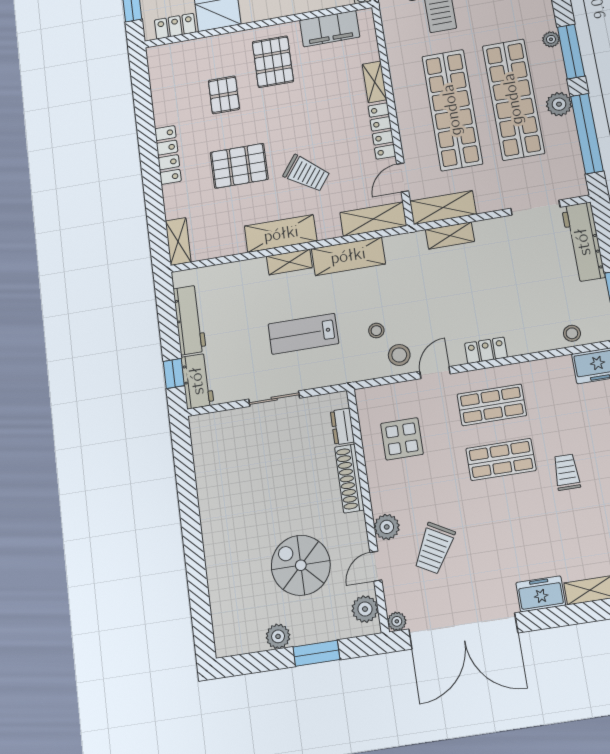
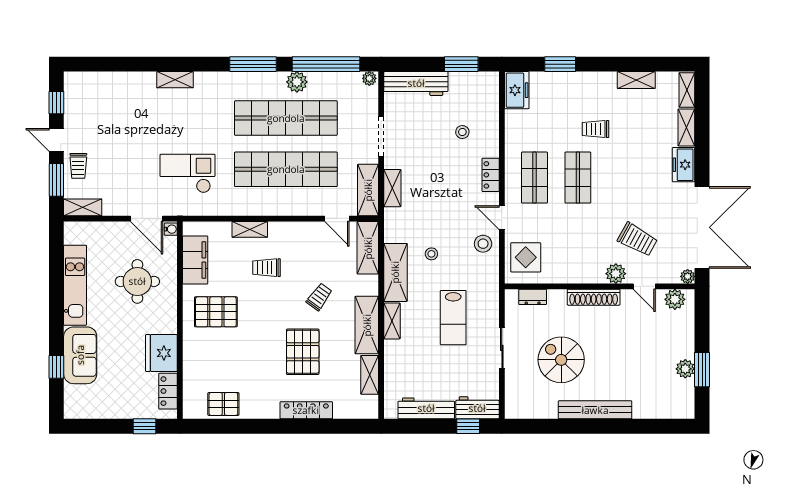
plant: (551, 39) -> (369, 78), moved
pallet: (224, 95) -> (223, 404), moved
trolley: (332, 108) -> (267, 268), added
locker: (382, 131) -> (294, 230), removed
locker: (168, 155) -> (306, 410), moved
trolley: (306, 173) -> (319, 297), width x0.73, depth x0.72
doorway: (535, 208) -> (381, 136), moved
shelving: (178, 241) -> (370, 375), moved, turned 90
stool: (376, 331) -> (431, 254), moved
stool: (572, 333) -> (462, 132), moved
display table: (402, 439) -> (526, 257), moved
shoe rack: (349, 478) -> (594, 297), moved
bench: (212, 527) -> (595, 410), added
spiral stairs: (301, 565) -> (561, 360), moved, turned 90
window: (316, 653) -> (702, 370), moved

